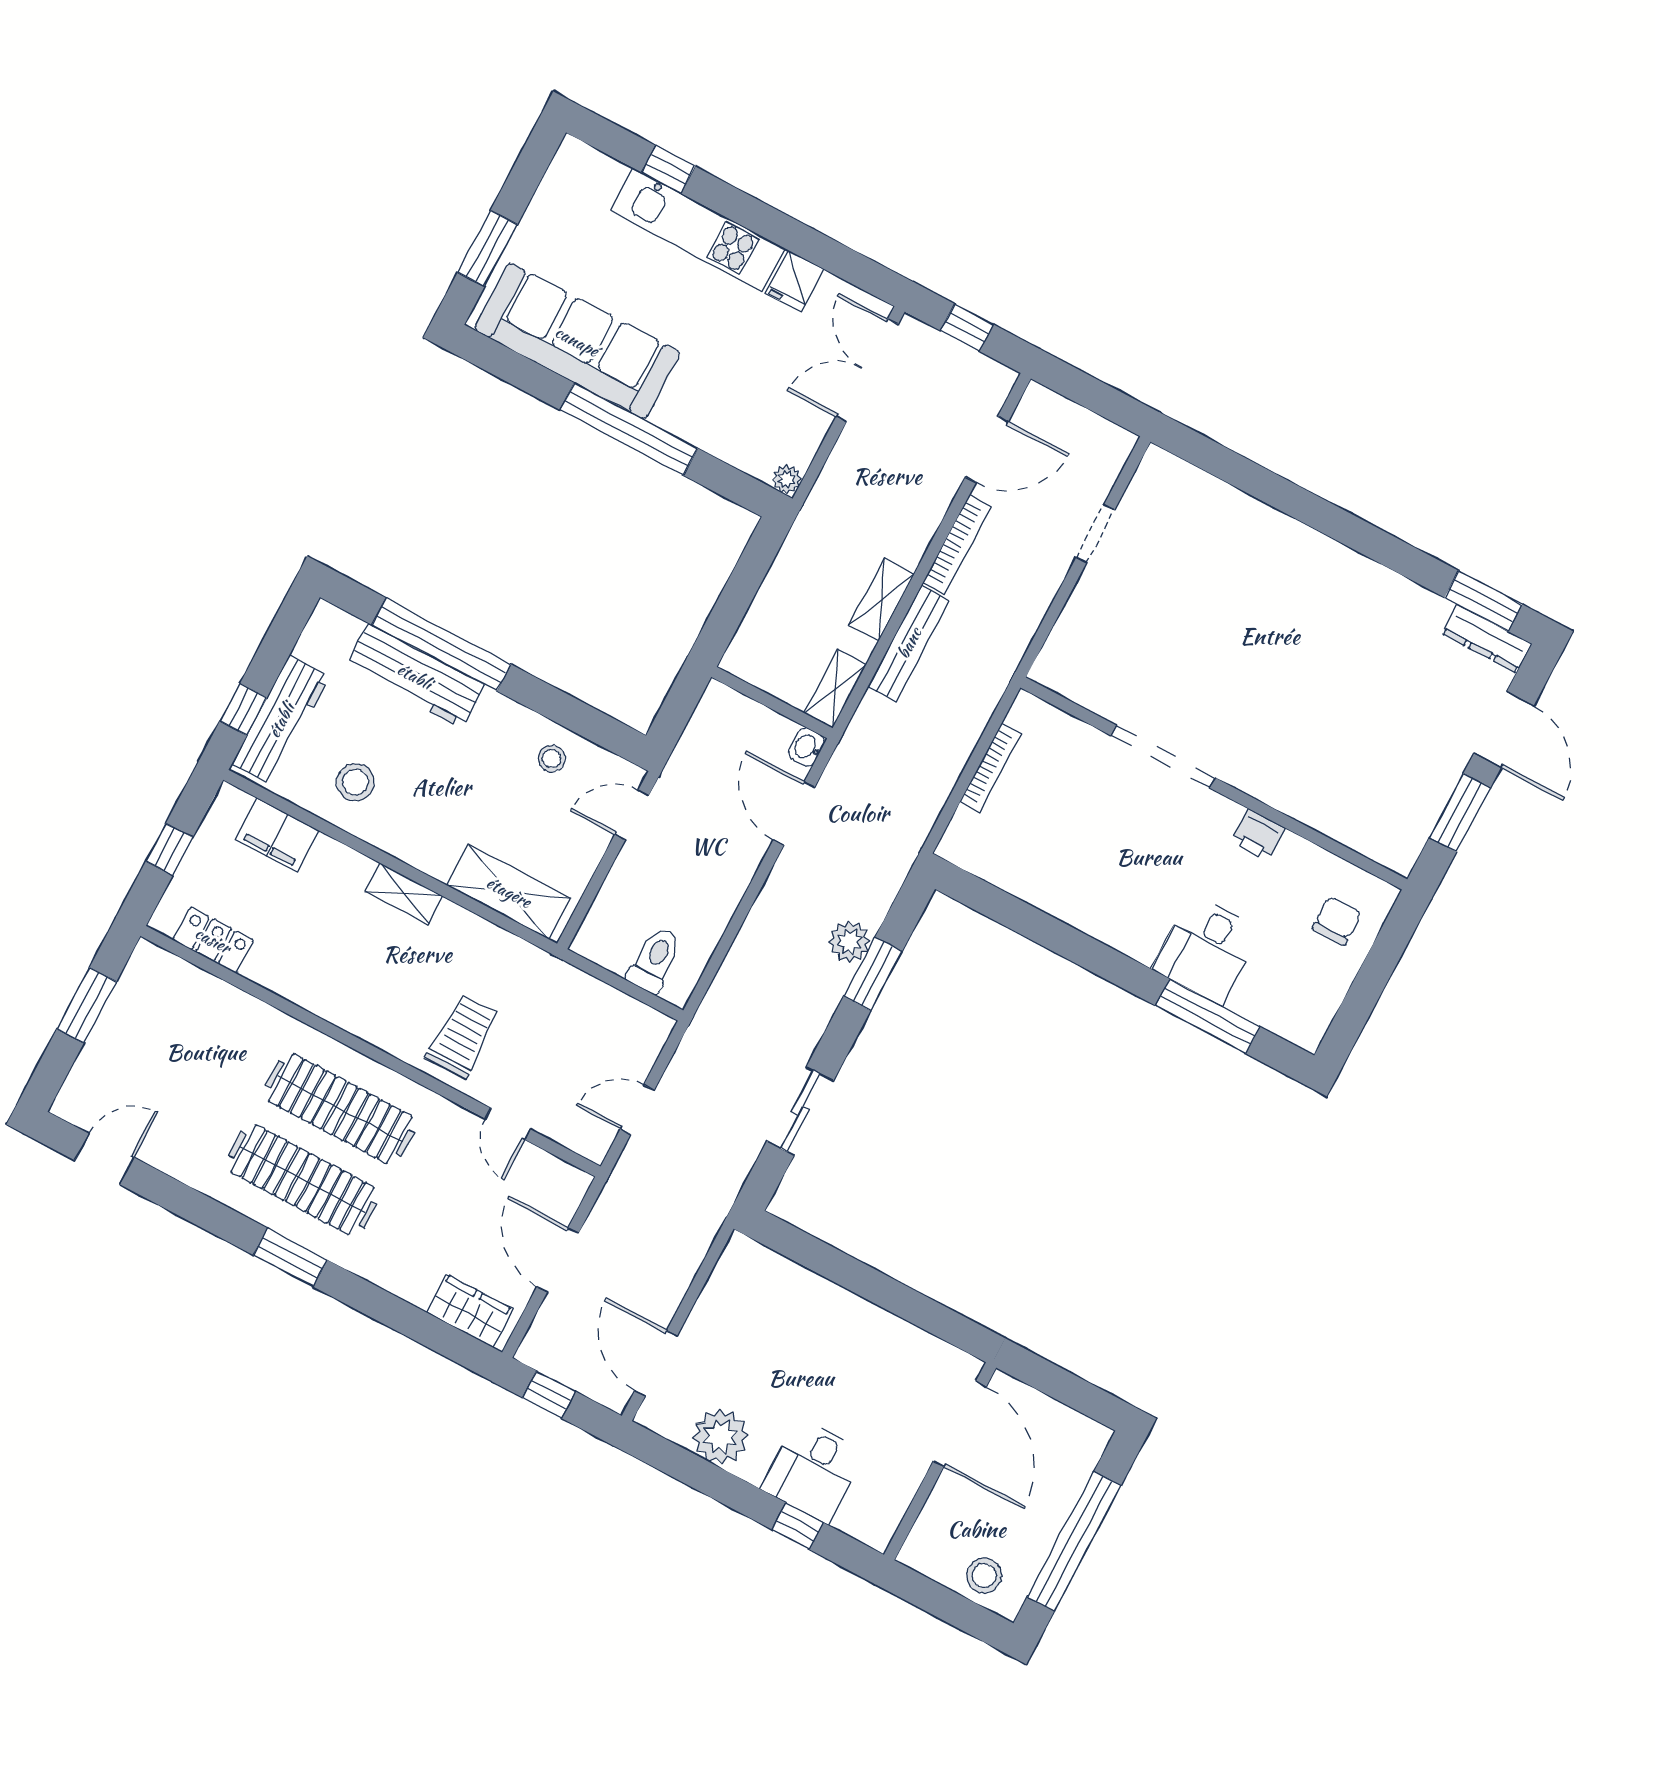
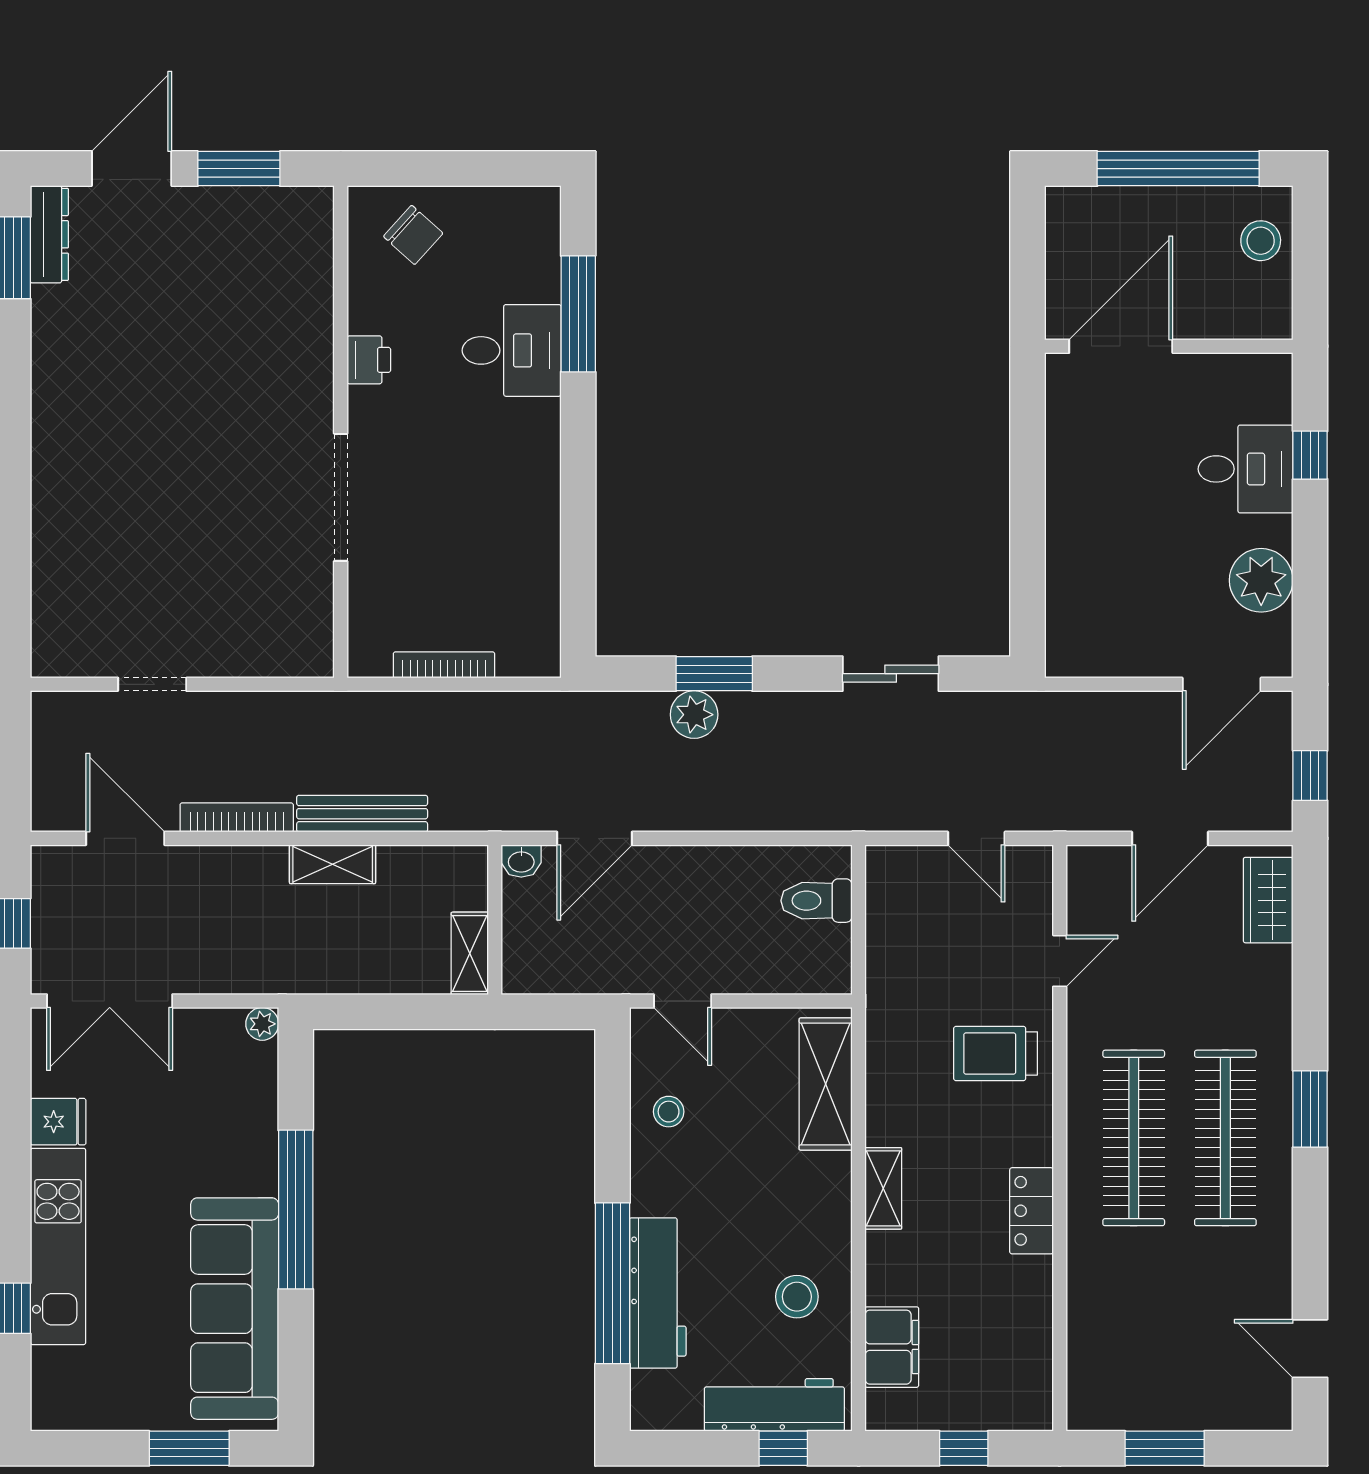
shelving: (835, 689) -> (470, 953), moved, turned 90
chair: (1337, 921) -> (413, 235), turned -138
locker: (213, 940) -> (1032, 1211), moved

